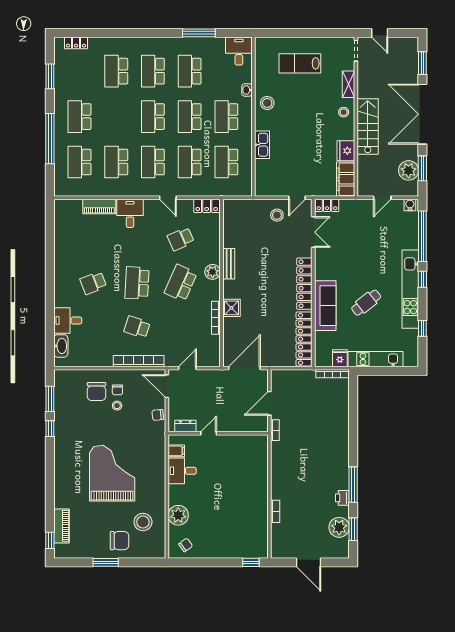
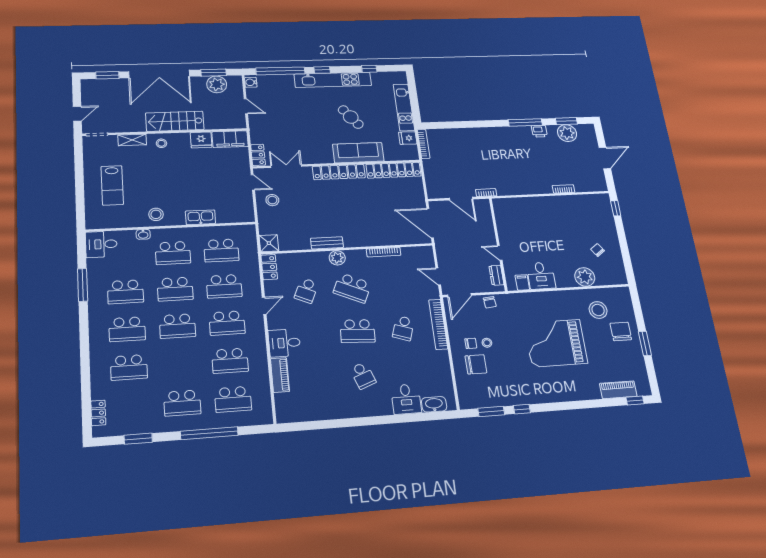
school desk: (181, 239) -> (306, 291), turned 48
shower: (231, 308) -> (269, 243), moved
chair: (186, 545) -> (598, 250), moved

